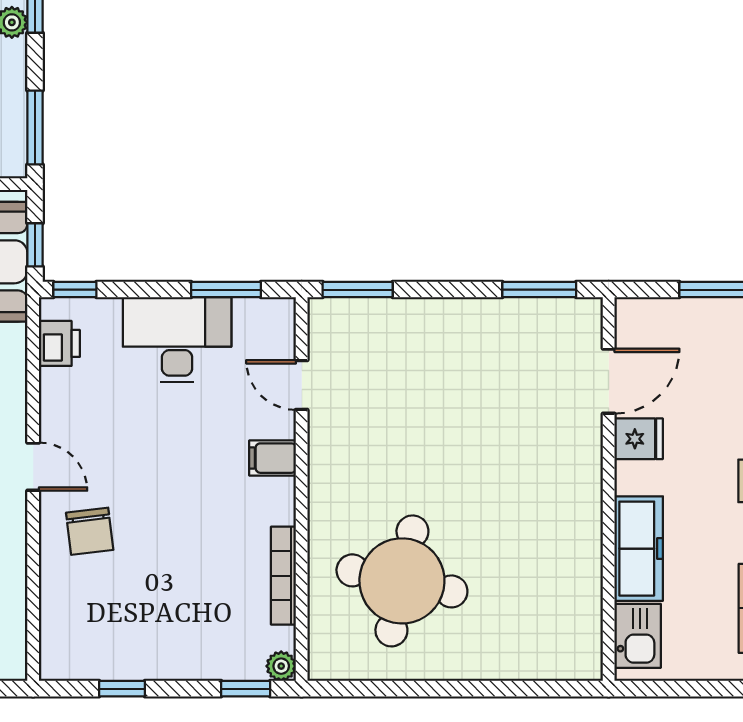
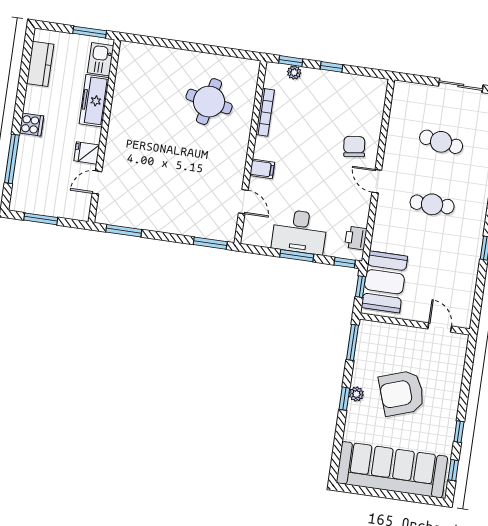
window: (226, 290) -> (297, 256), moved
door: (609, 381) -> (97, 182), width x0.73
round table: (402, 581) -> (209, 102), width x0.73, depth x0.73
plant: (281, 666) -> (294, 72), moved
window: (122, 689) -> (332, 67), moved
window: (669, 689) -> (90, 32), added

